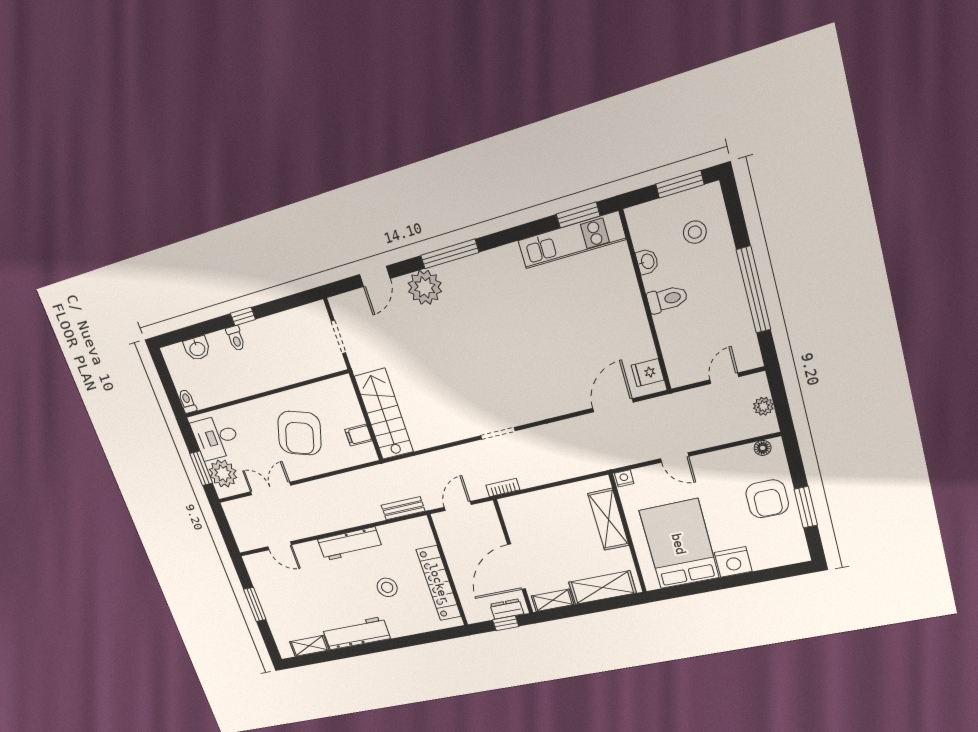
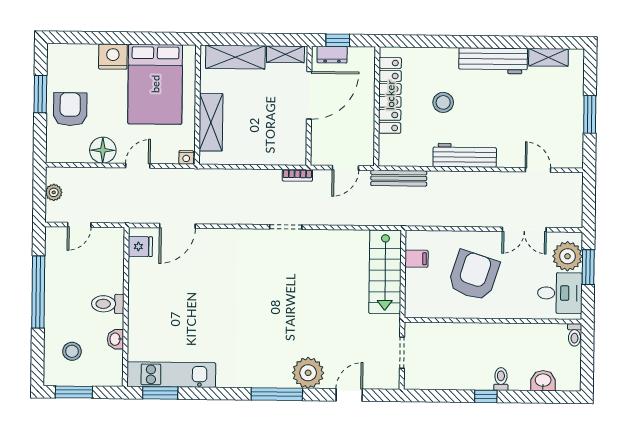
floor lamp: (763, 448) -> (103, 150), moved, width x1.89, depth x1.89
door: (675, 458) -> (138, 166), hinge flipped
bench: (403, 508) -> (399, 178), width x1.36

